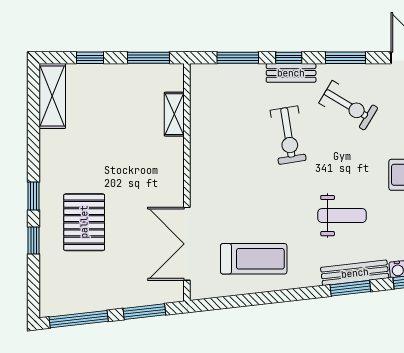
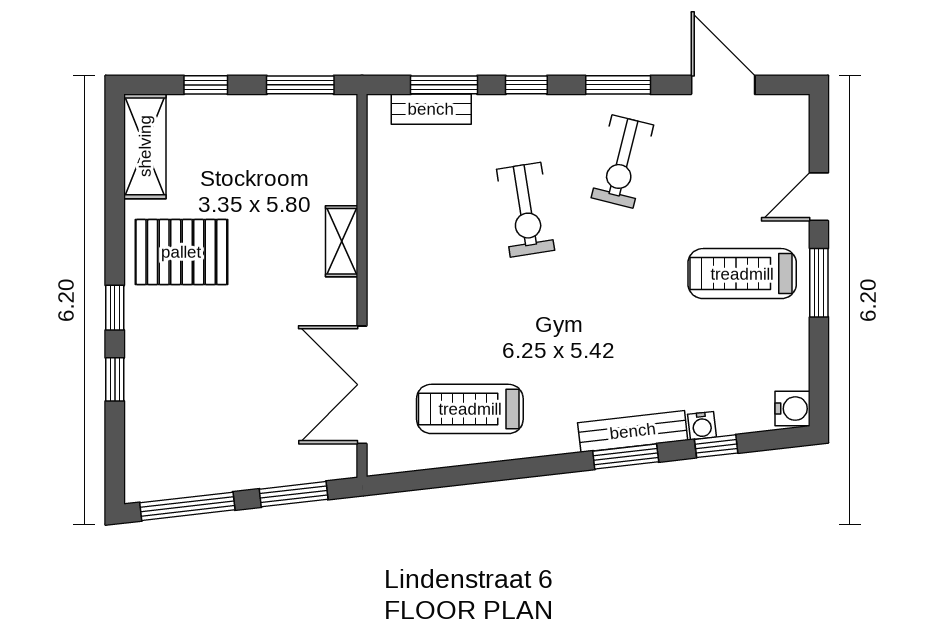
bench: (291, 73) -> (431, 109), moved
exercise bike: (348, 105) -> (622, 161), turned 73
shelving: (174, 114) -> (342, 241), moved
weight bench: (342, 216) -> (612, 339), removed
pallet: (84, 222) -> (181, 252), moved, turned 90
treadmill: (254, 259) -> (470, 409), turned 180

